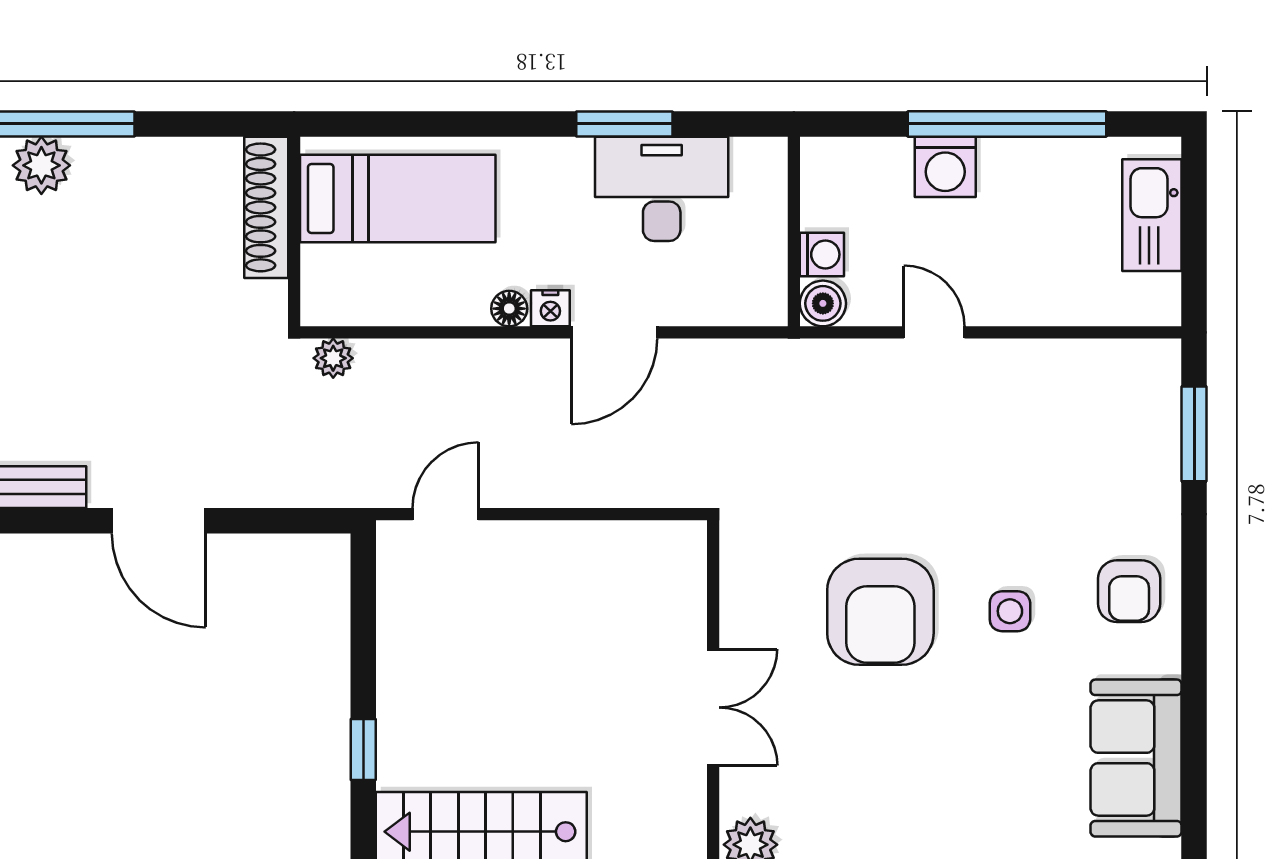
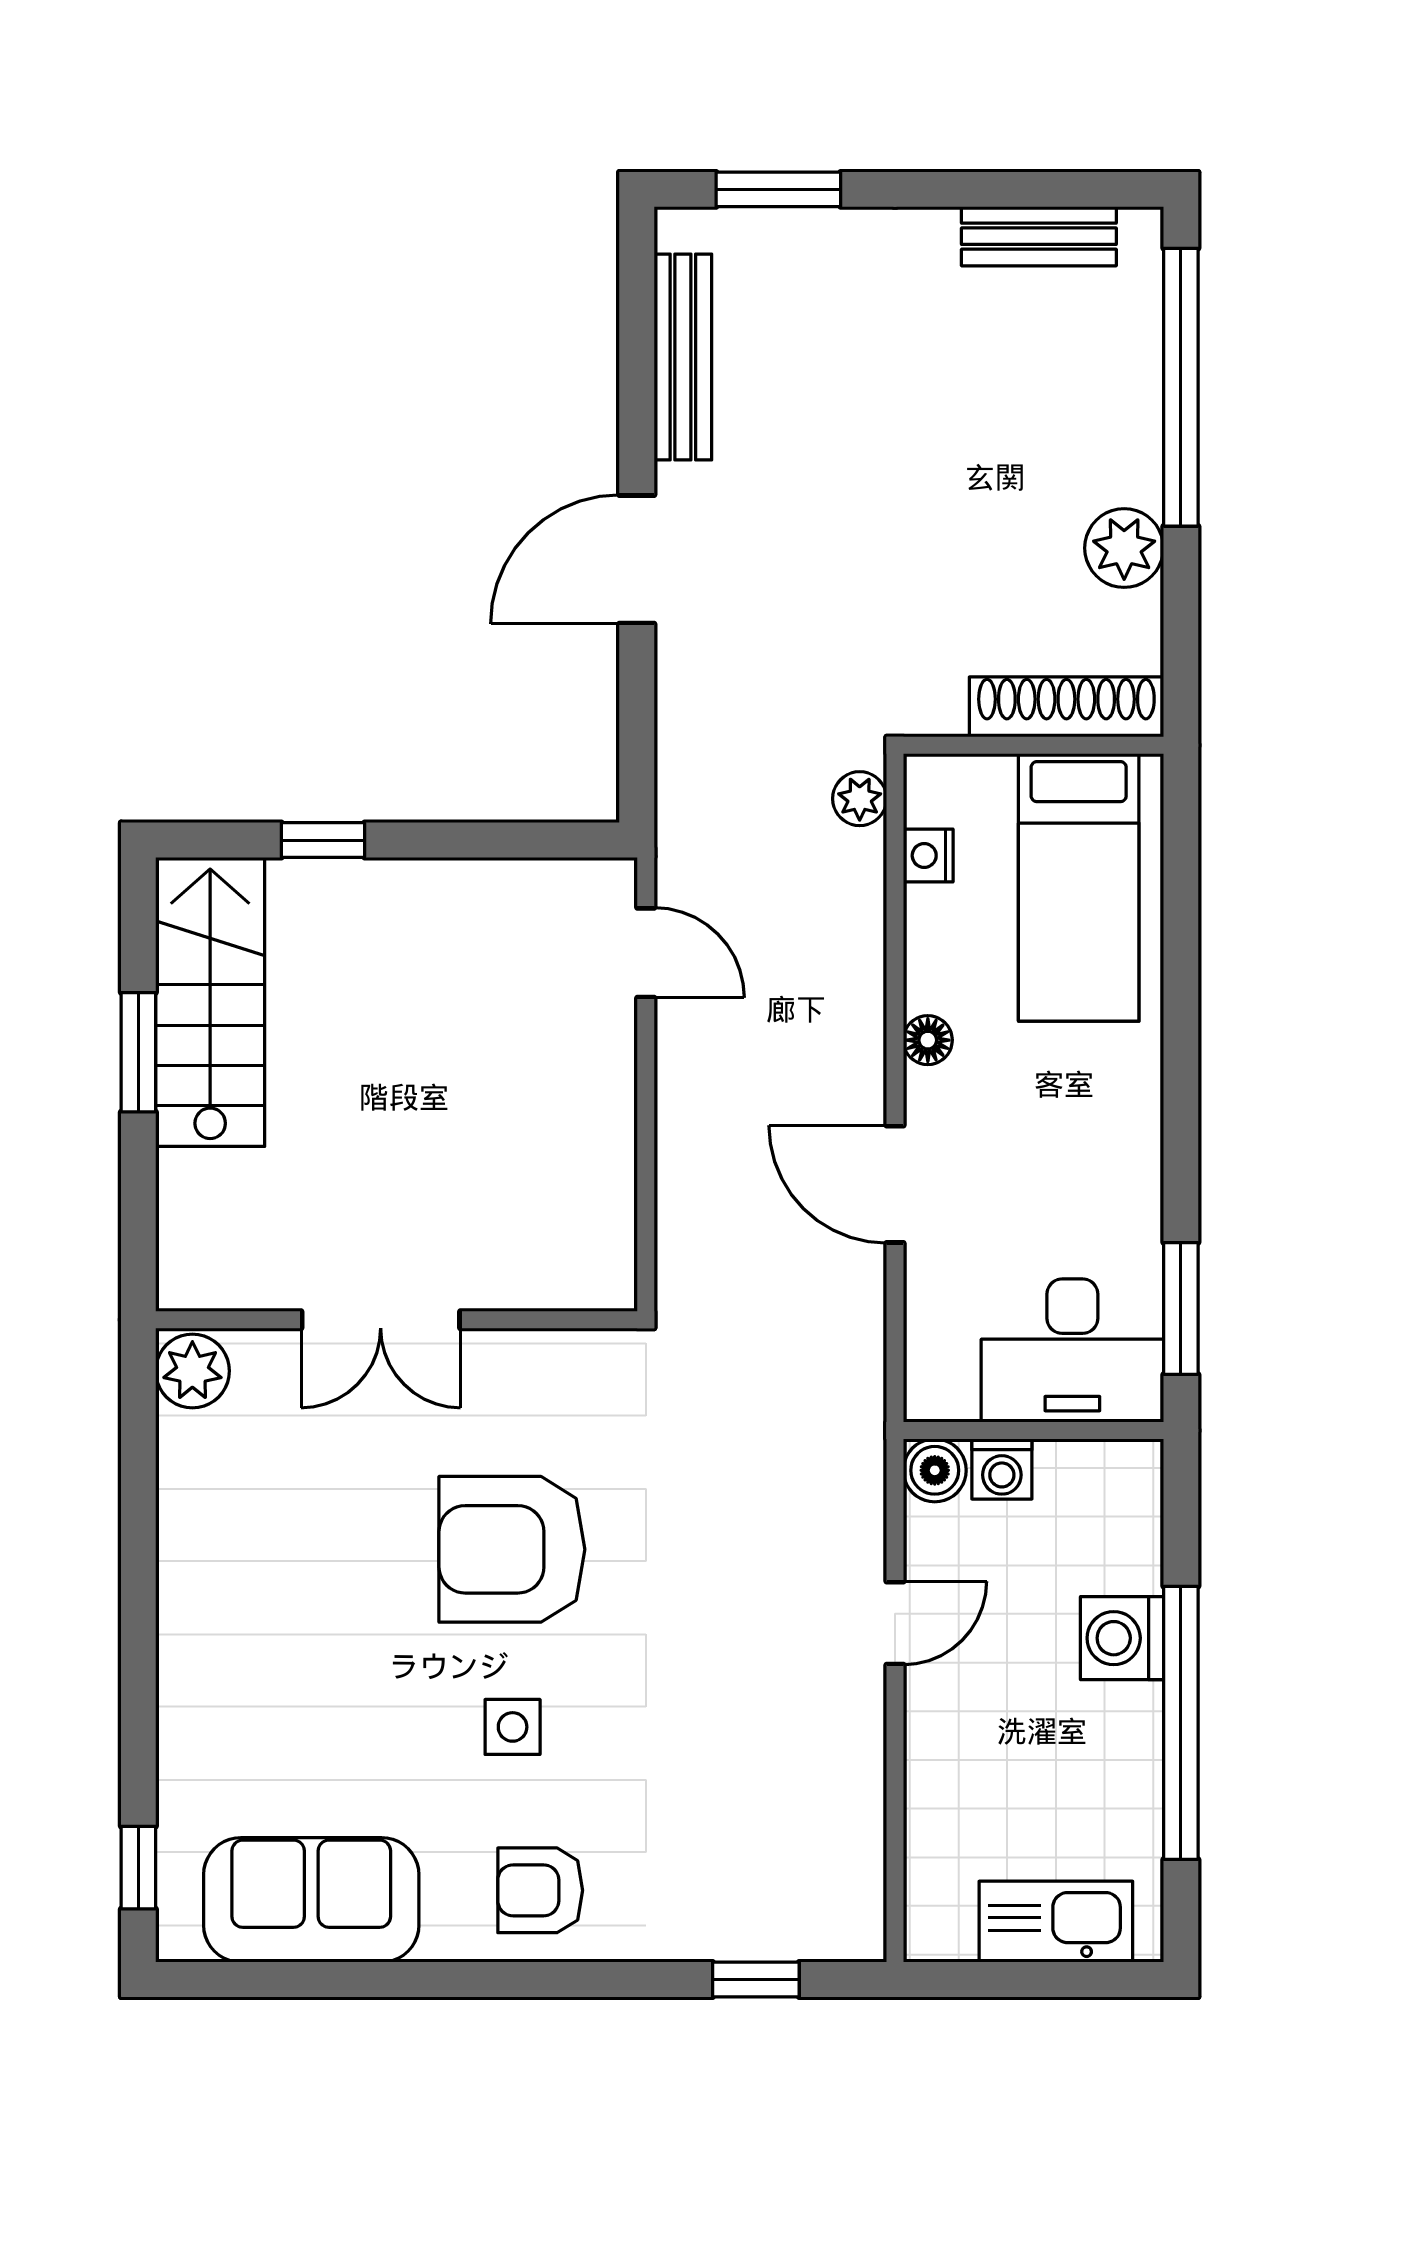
window: (624, 124) -> (1181, 1309), moved
plant: (41, 165) -> (1124, 548), moved
desk: (662, 189) -> (1072, 1351), moved, turned 90
nightstand: (550, 308) -> (928, 856), moved
window: (1194, 434) -> (756, 1979), width x0.67

